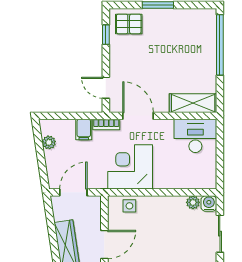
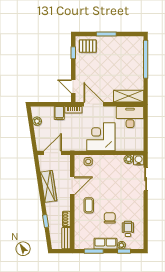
corner desk: (130, 167) -> (101, 137), moved

